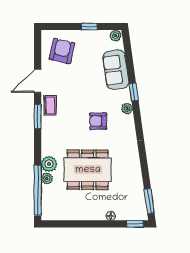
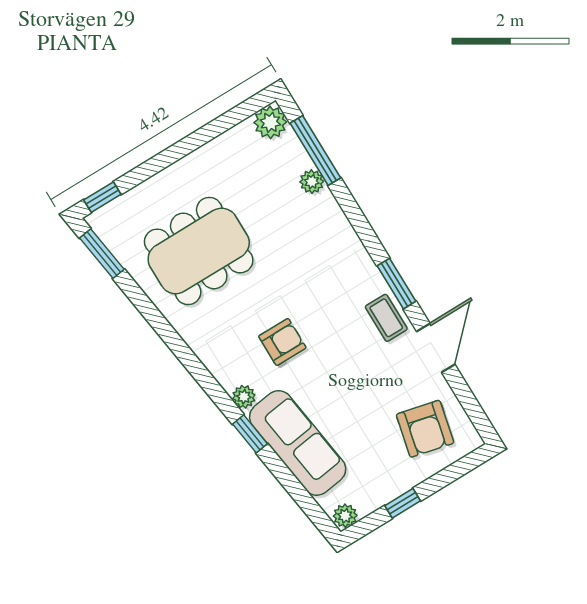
sofa: (116, 70) -> (298, 443), width x1.36
plant: (49, 164) -> (270, 122), moved
dining table: (88, 170) -> (199, 251), moved
window: (38, 190) -> (315, 150), width x0.68
floor lamp: (111, 216) -> (155, 185), removed

